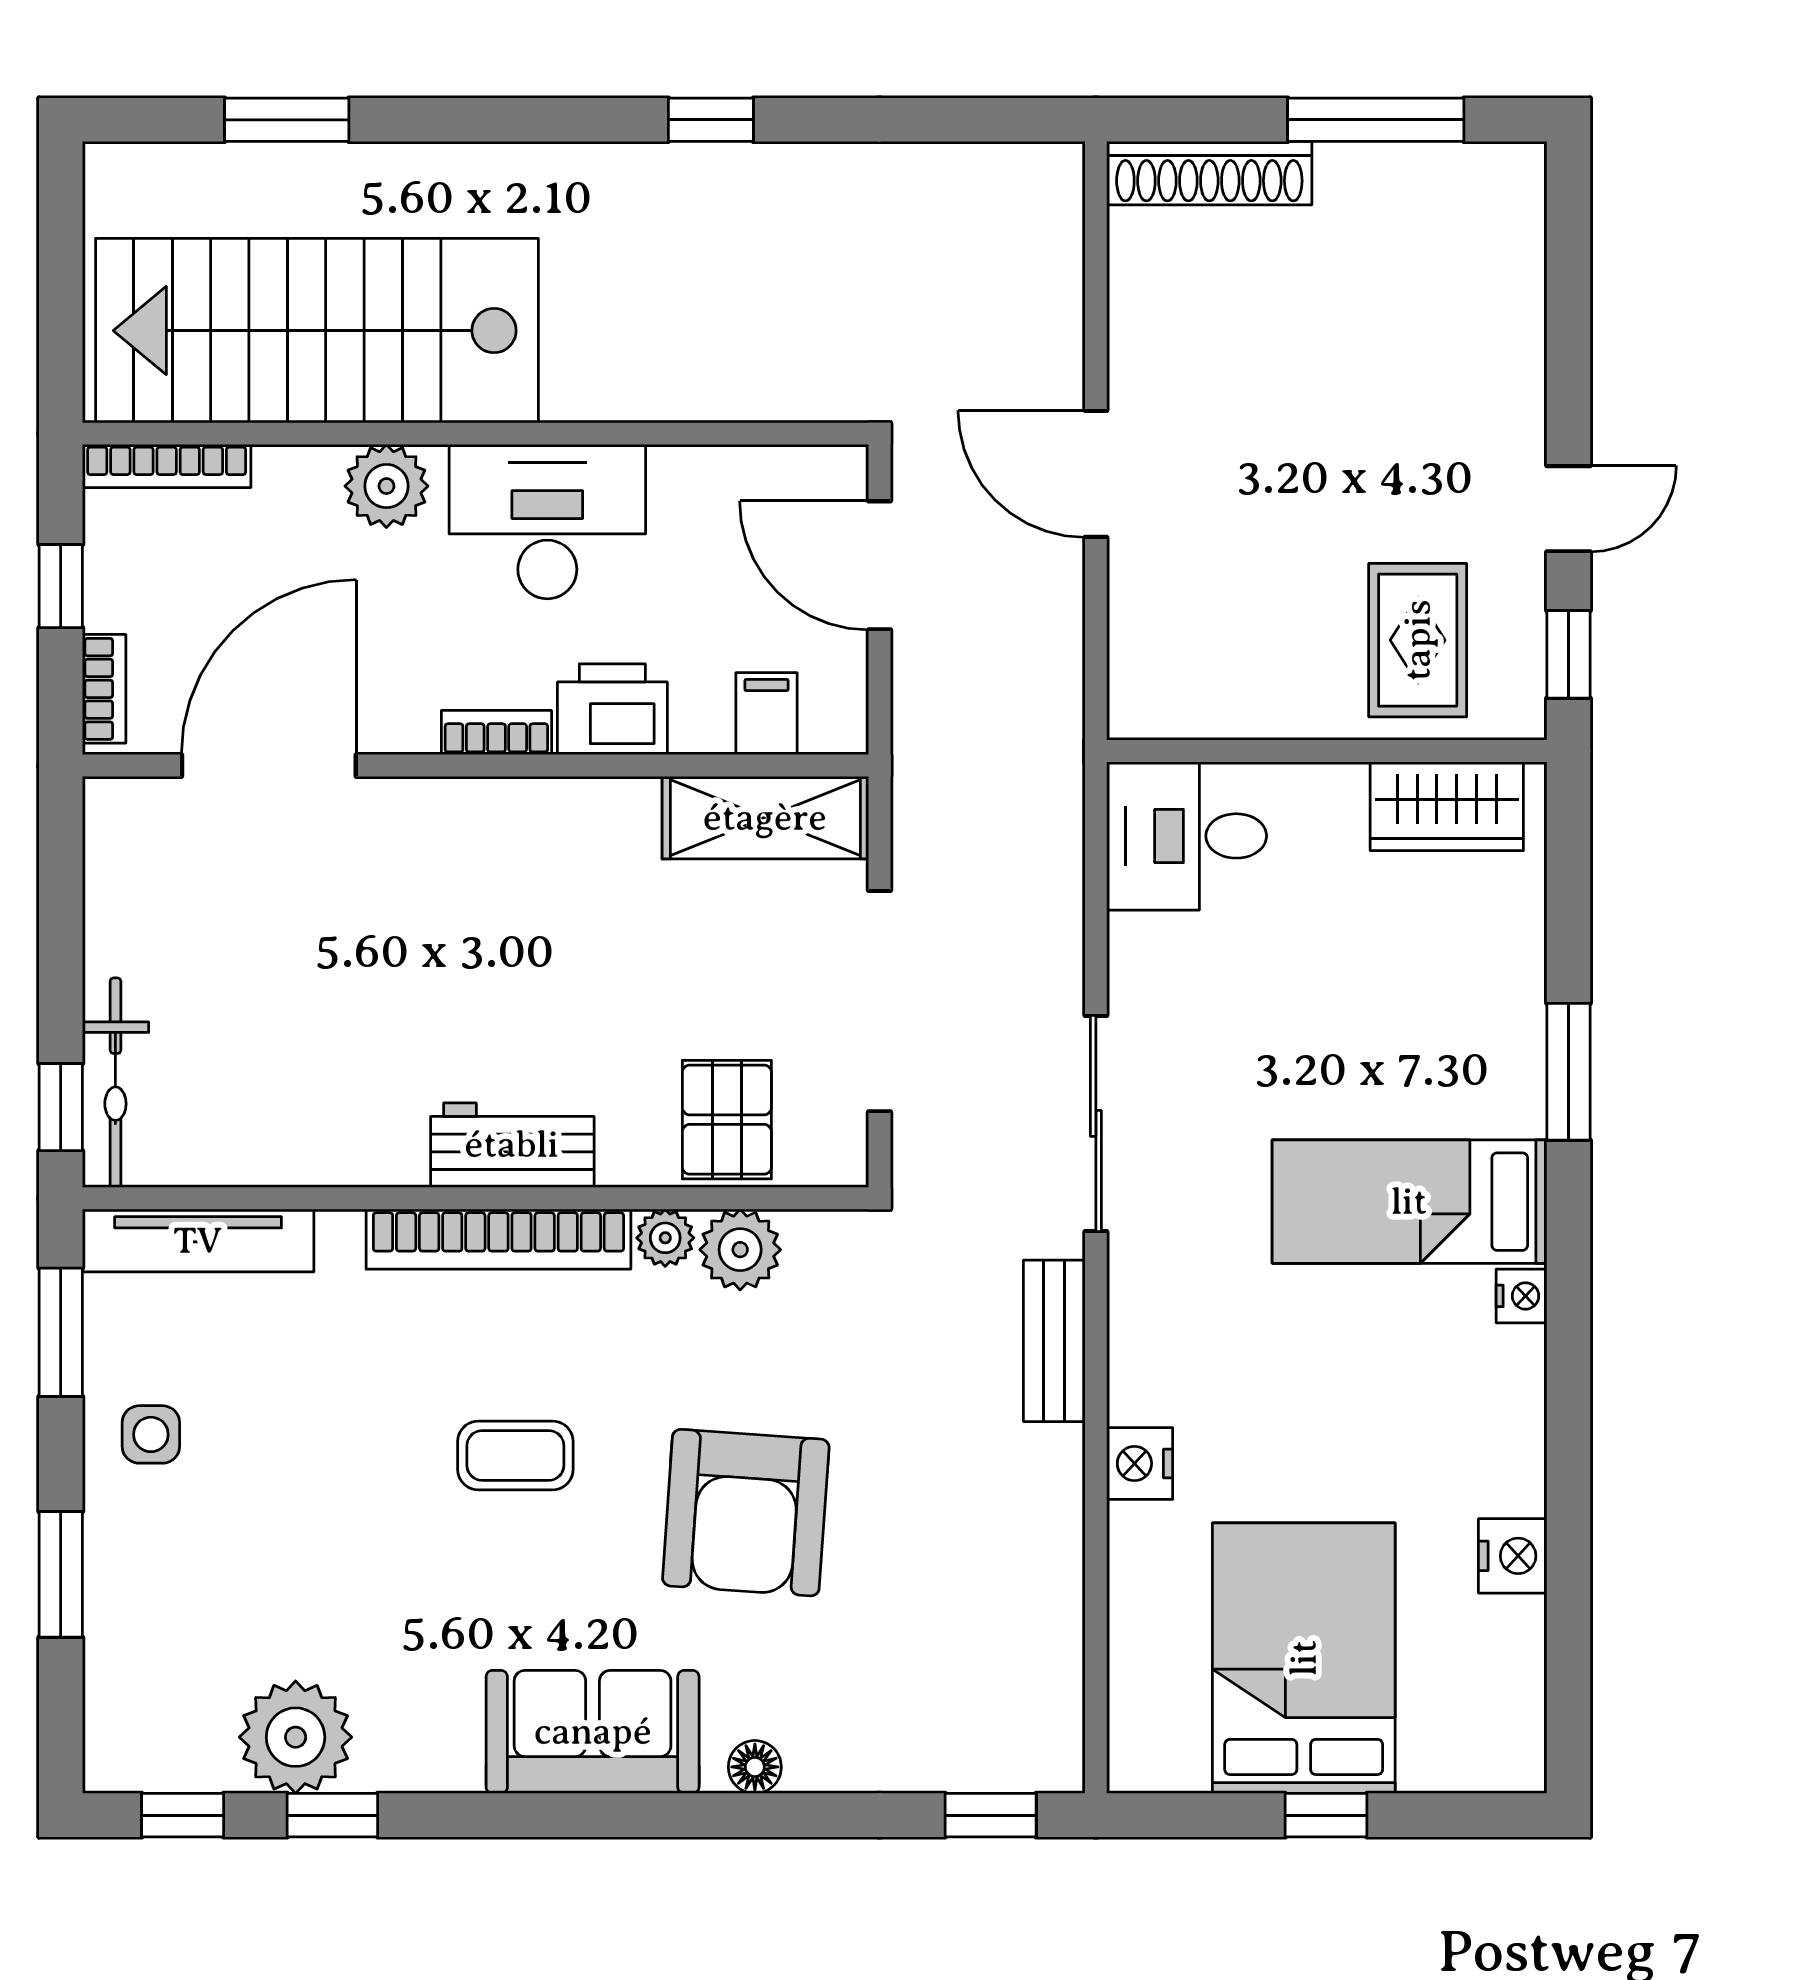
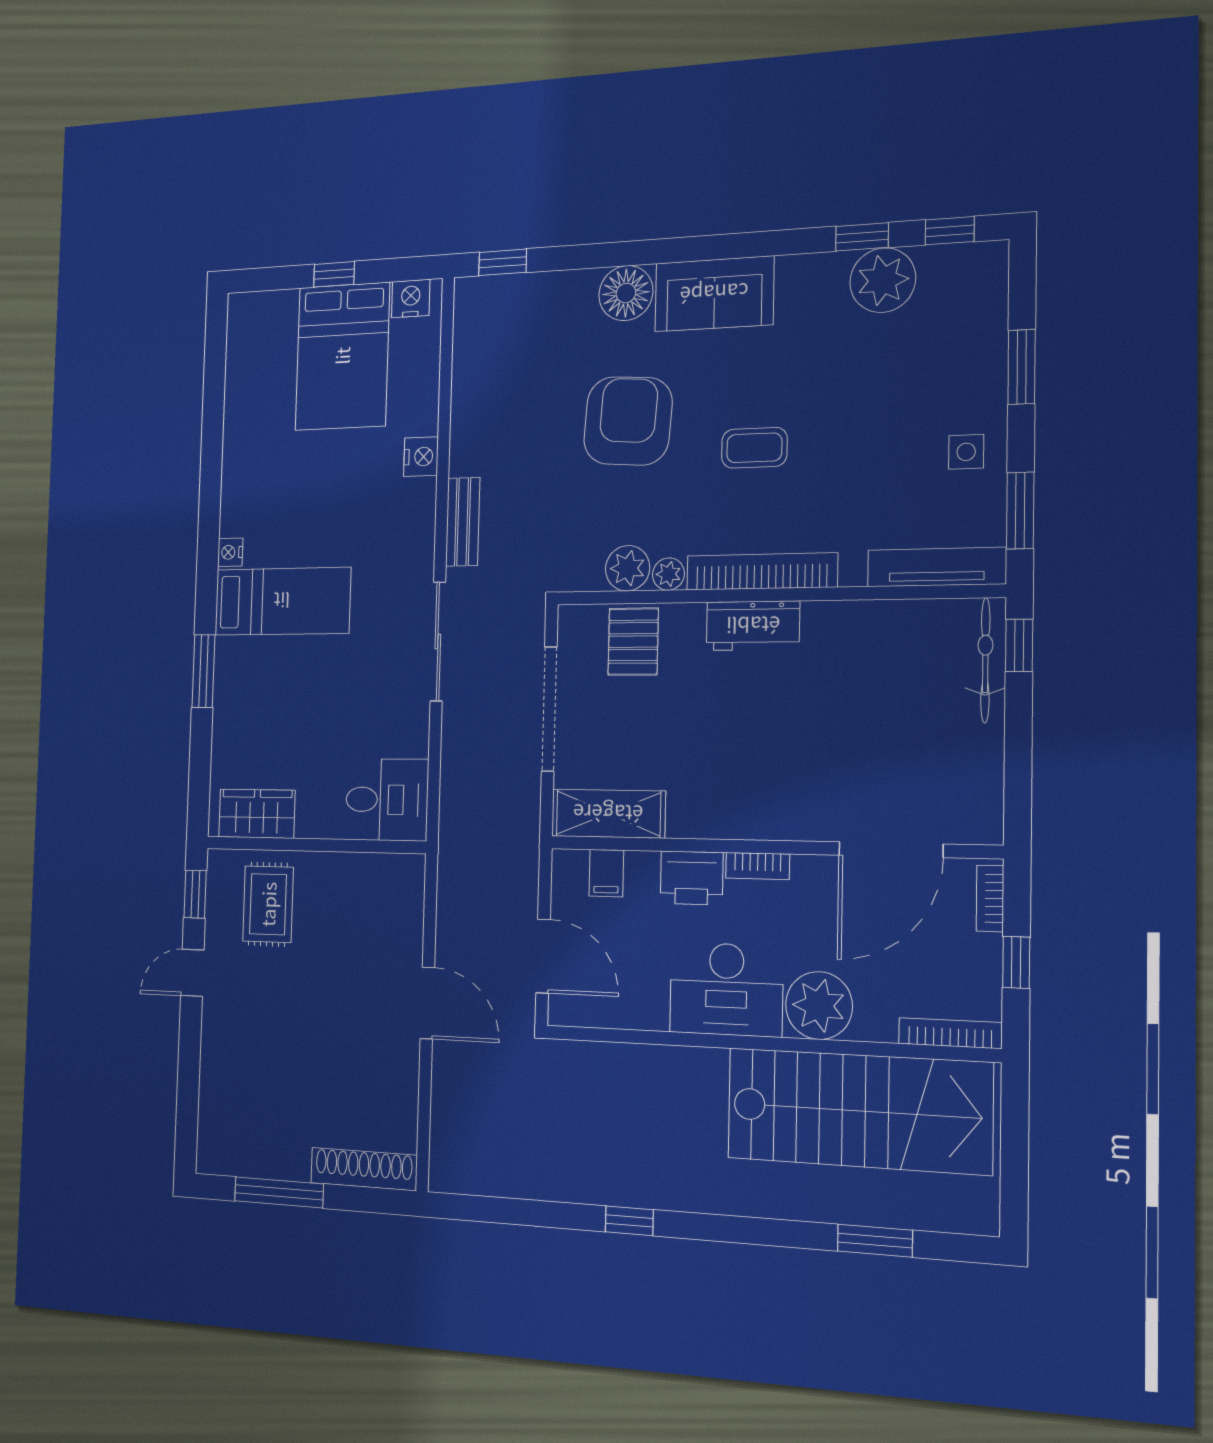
plant: (386, 486) -> (819, 1006), width x1.36, depth x1.36
nightstand: (1513, 1556) -> (411, 299), moved, turned 90
floor lamp: (755, 1767) -> (626, 293), width x1.89, depth x1.89

